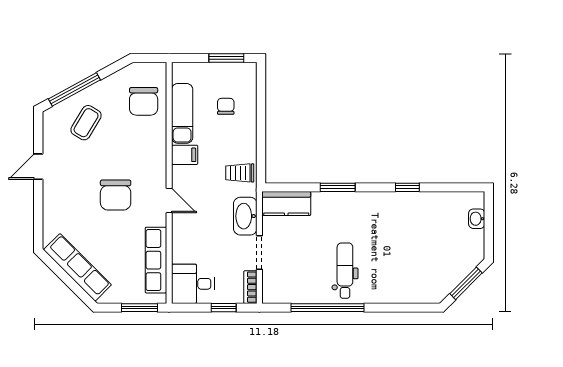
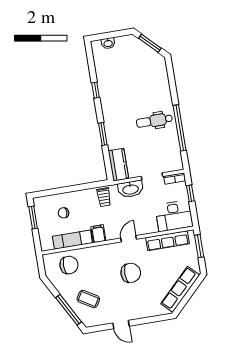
desk: (193, 284) -> (174, 216), width x1.37

